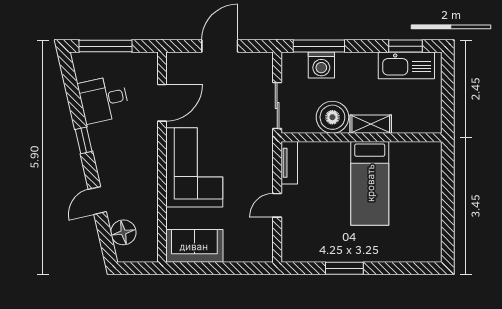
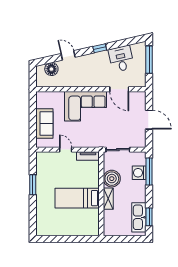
sofa: (194, 246) -> (44, 123), moved

